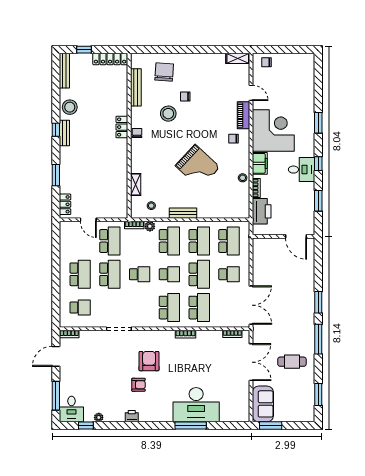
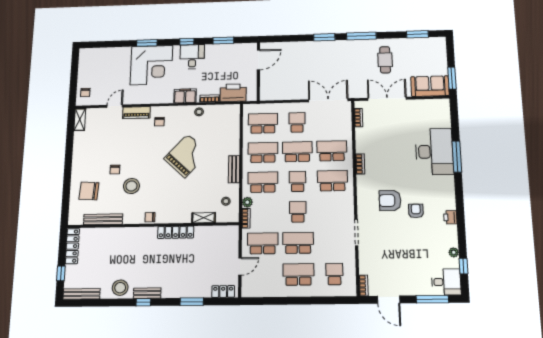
locker: (122, 127) -> (176, 232), moved, width x1.53
corner desk: (273, 131) -> (151, 65), moved, turned 180

